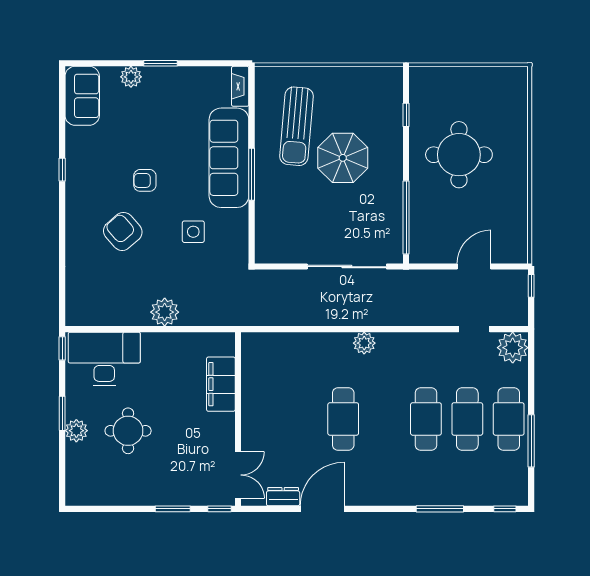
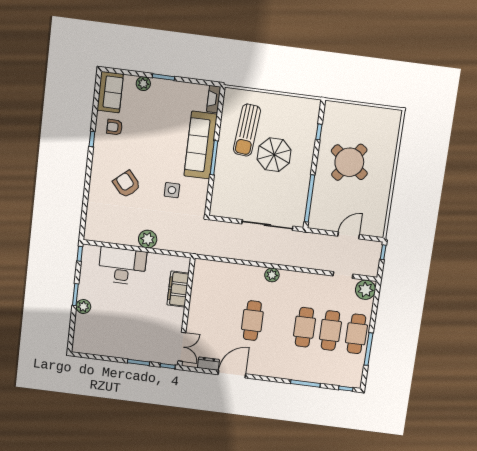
round table: (459, 155) -> (349, 162), turned 36
armchair: (145, 180) -> (115, 127), moved
desk: (104, 359) -> (122, 266), moved
round table: (128, 431) -> (116, 311), removed

